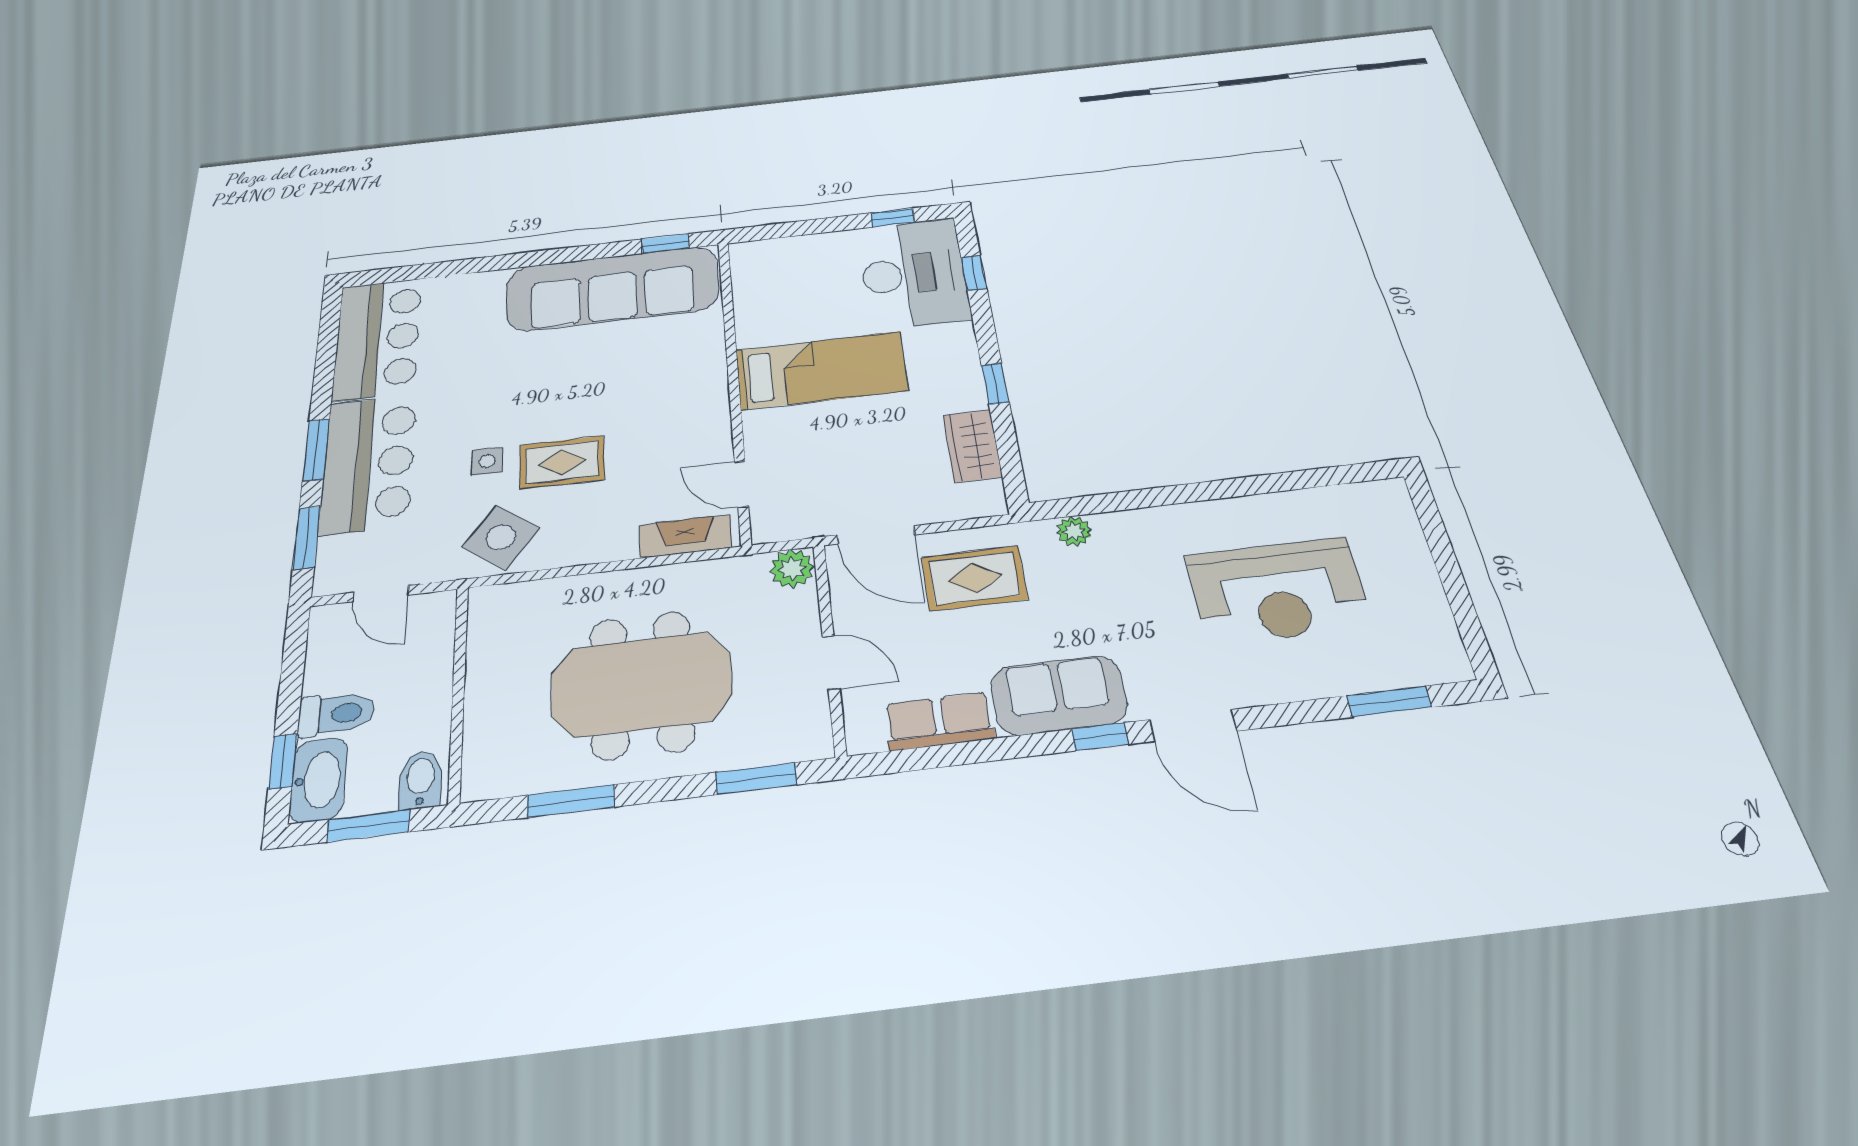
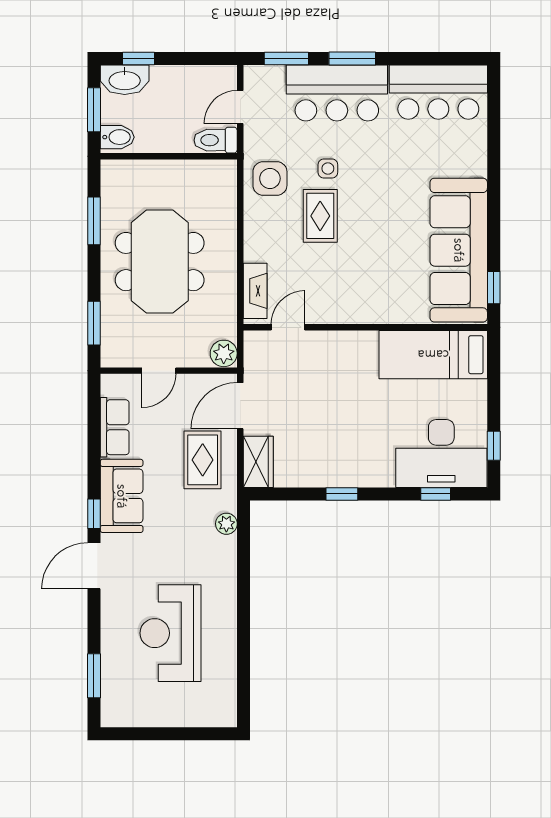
bed: (821, 370) -> (433, 355), moved, turned 90
wardrobe: (973, 446) -> (258, 462), moved, turned 90
side table: (501, 537) -> (270, 178), turned -37
toilet: (336, 714) -> (216, 140), moved, turned 90

